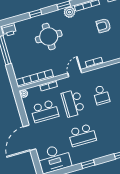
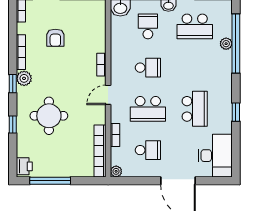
door: (75, 73) -> (108, 95), hinge flipped
school desk: (45, 111) -> (148, 150), width x0.54

